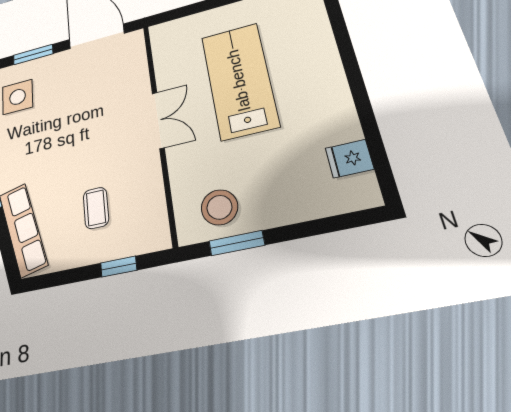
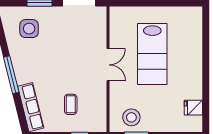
lab bench: (239, 80) -> (152, 54), turned 180

